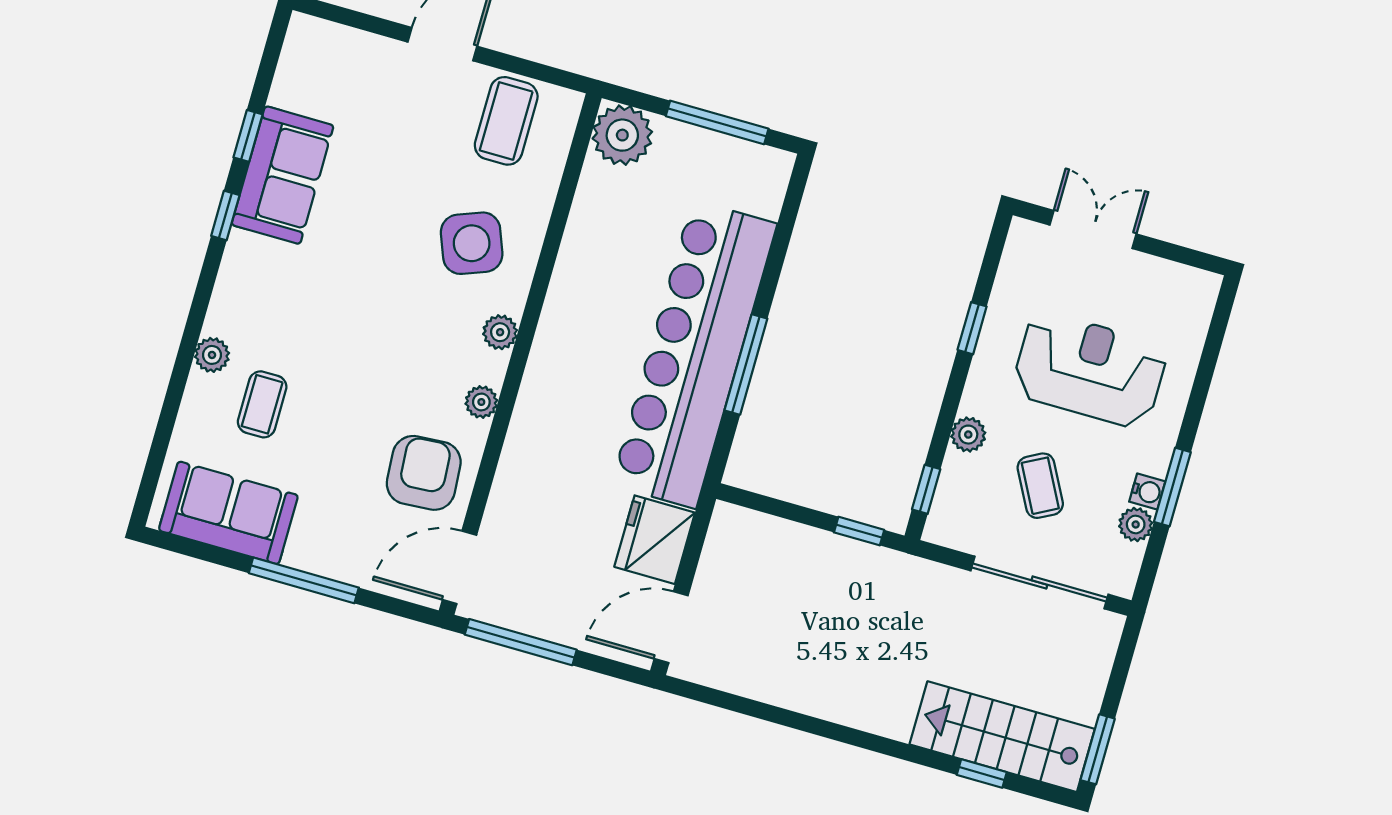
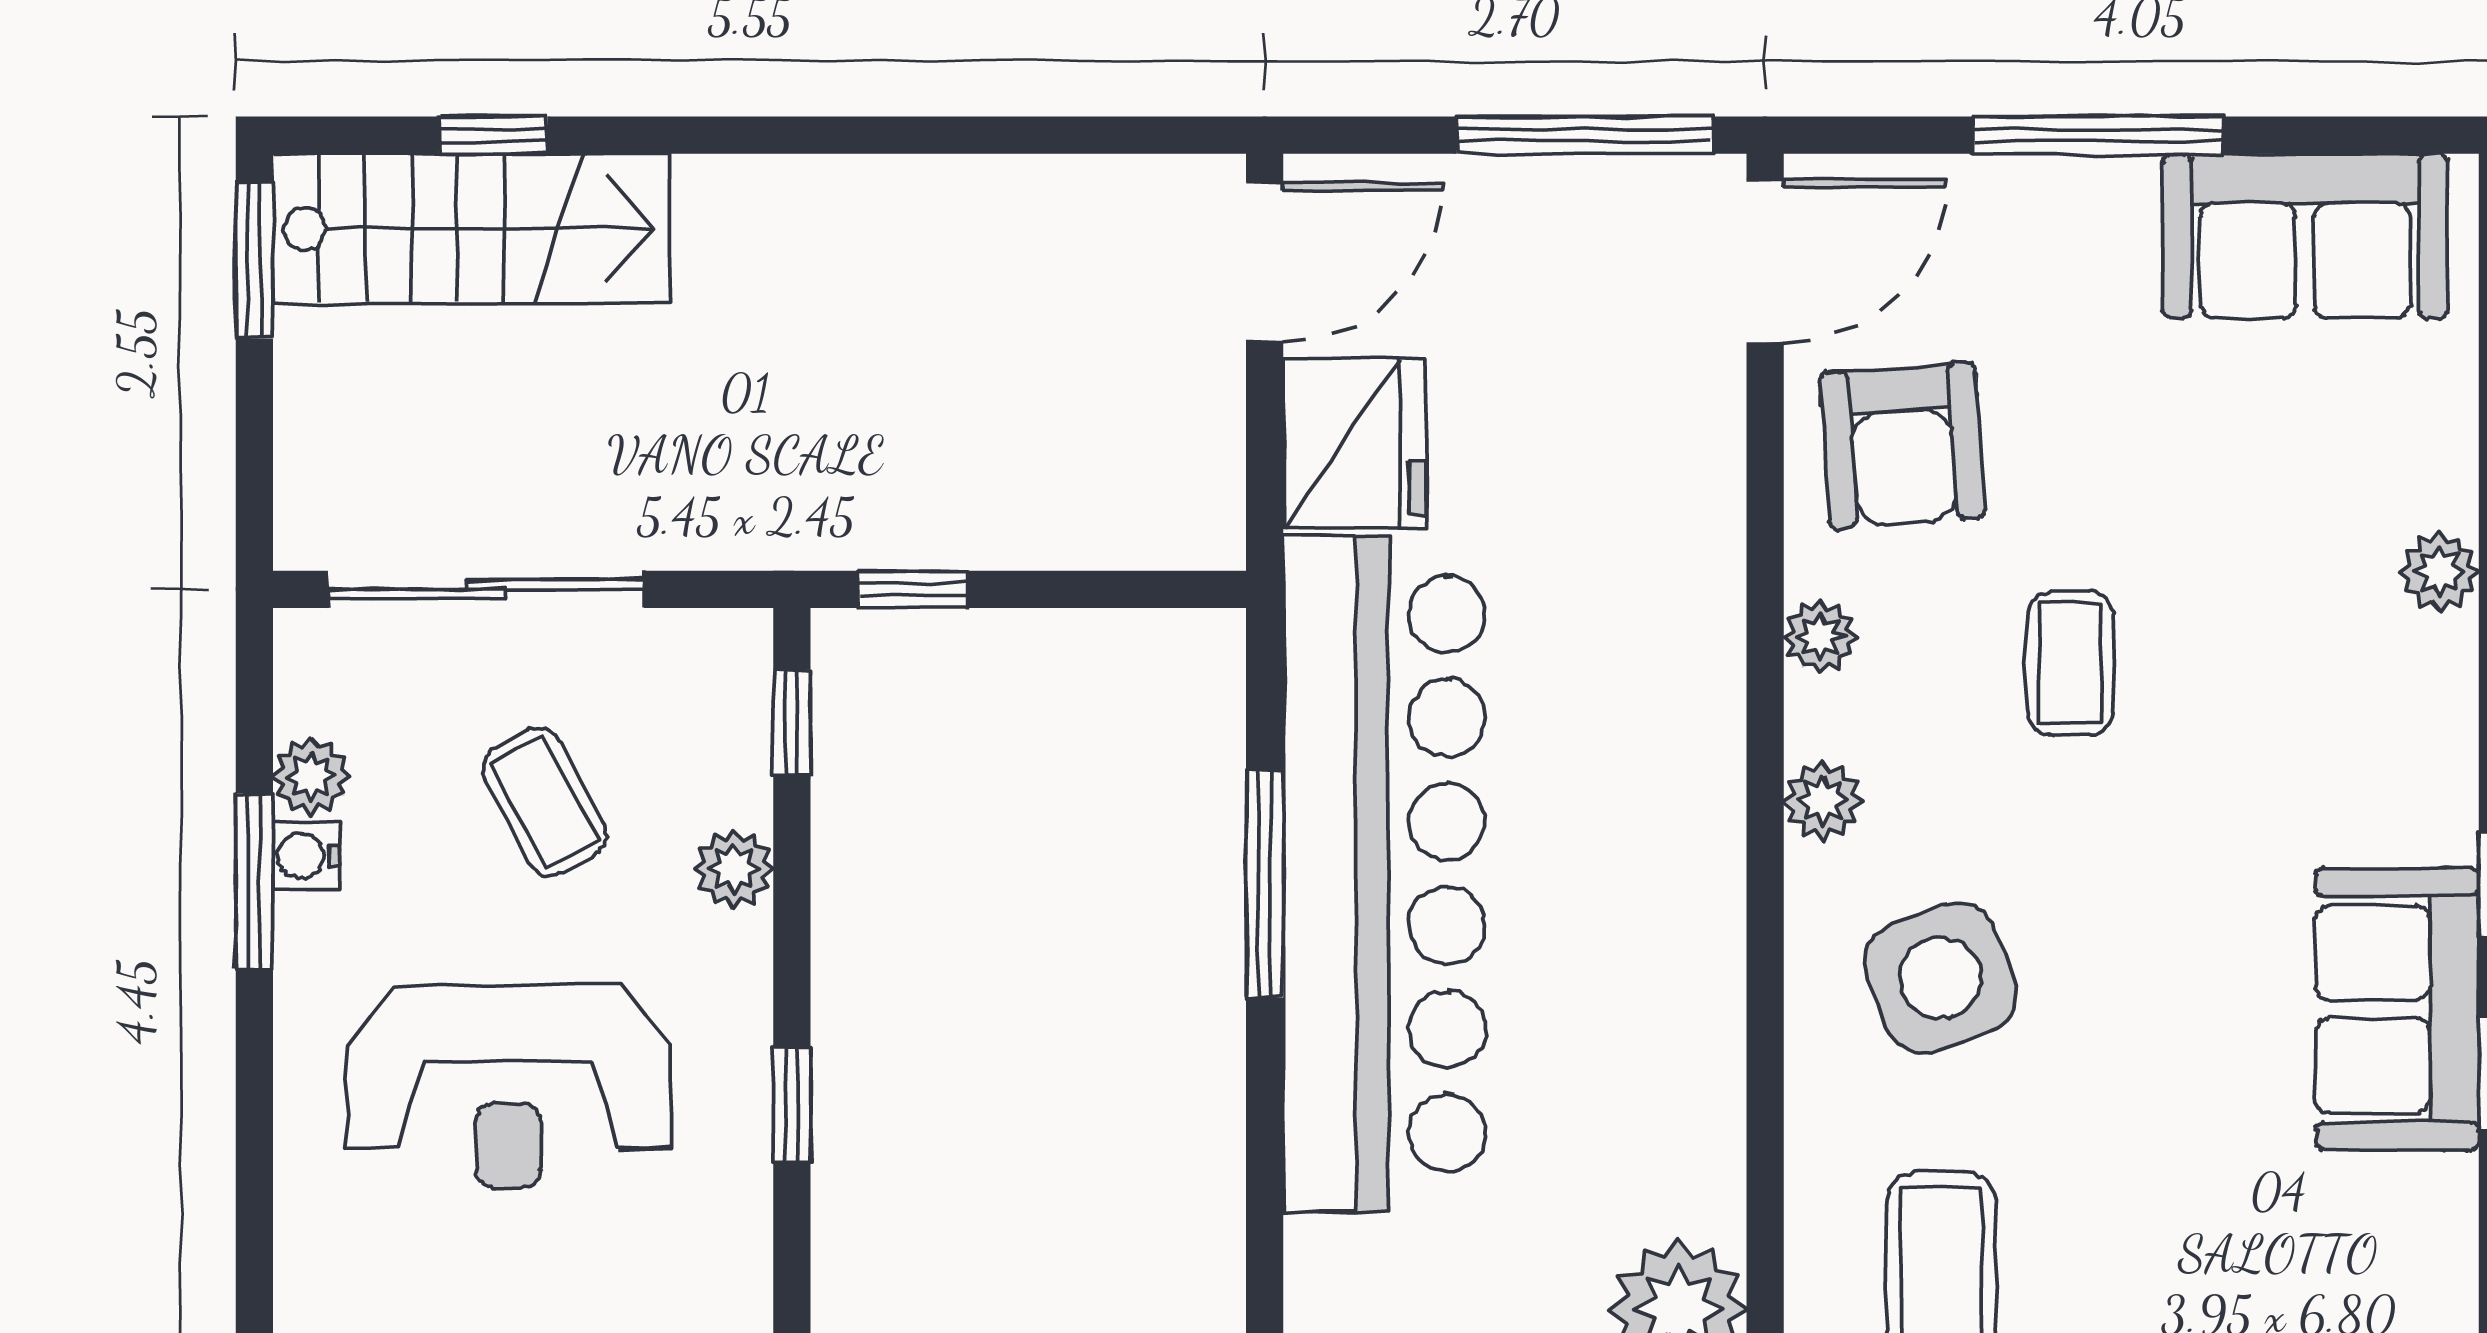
coffee table: (262, 404) -> (2070, 663), moved

